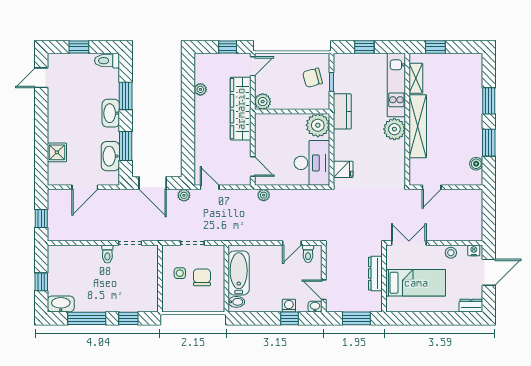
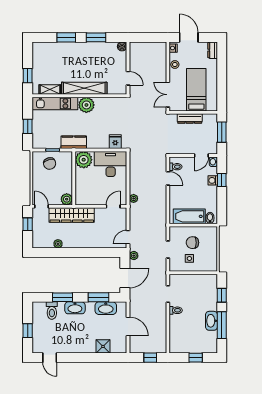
toilet: (107, 61) -> (52, 311), moved
boiler: (476, 164) -> (122, 46), moved
washbasin: (61, 304) -> (212, 321), moved

